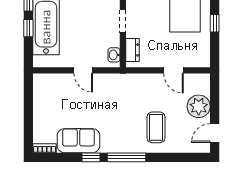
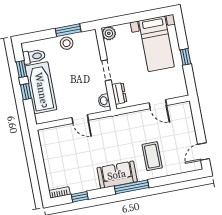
plant: (199, 106) -> (185, 131), removed
sofa: (78, 141) -> (117, 175), moved
window: (91, 157) -> (80, 197), moved

